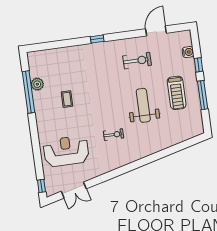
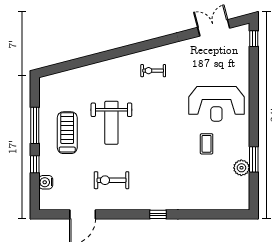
window: (29, 92) -> (254, 159), width x0.47
exercise bike: (113, 135) -> (153, 71), moved
reception desk: (66, 151) -> (216, 104), moved

